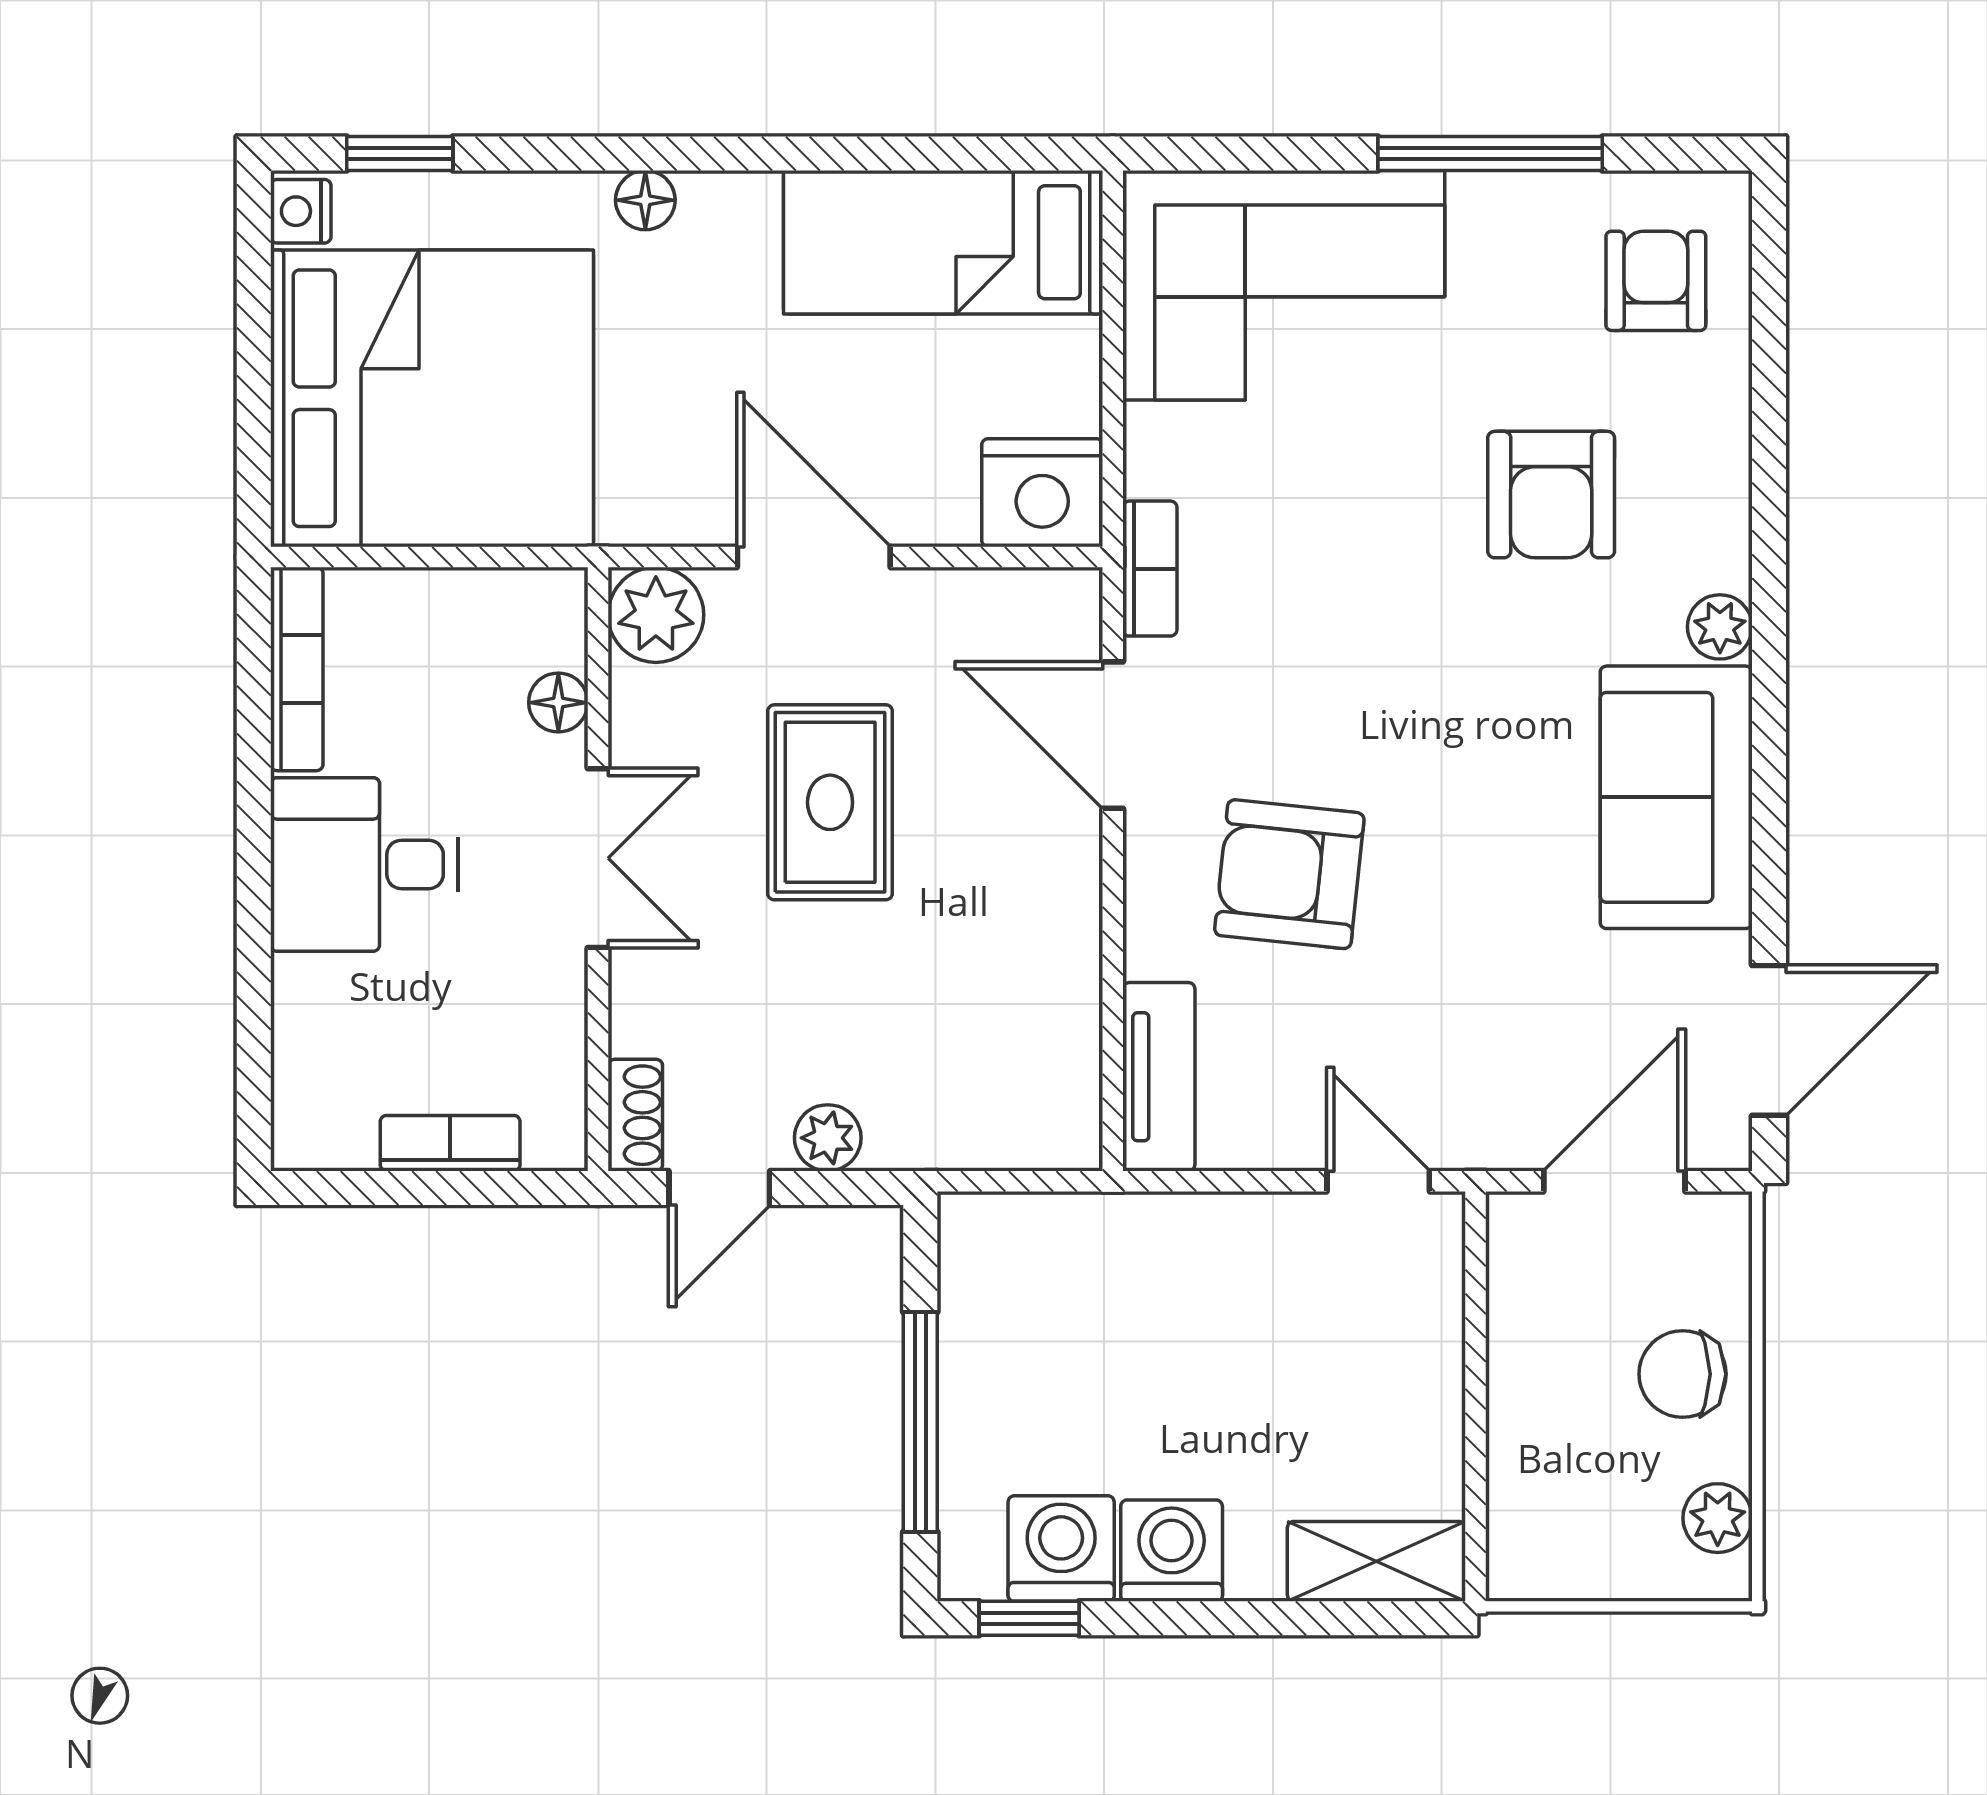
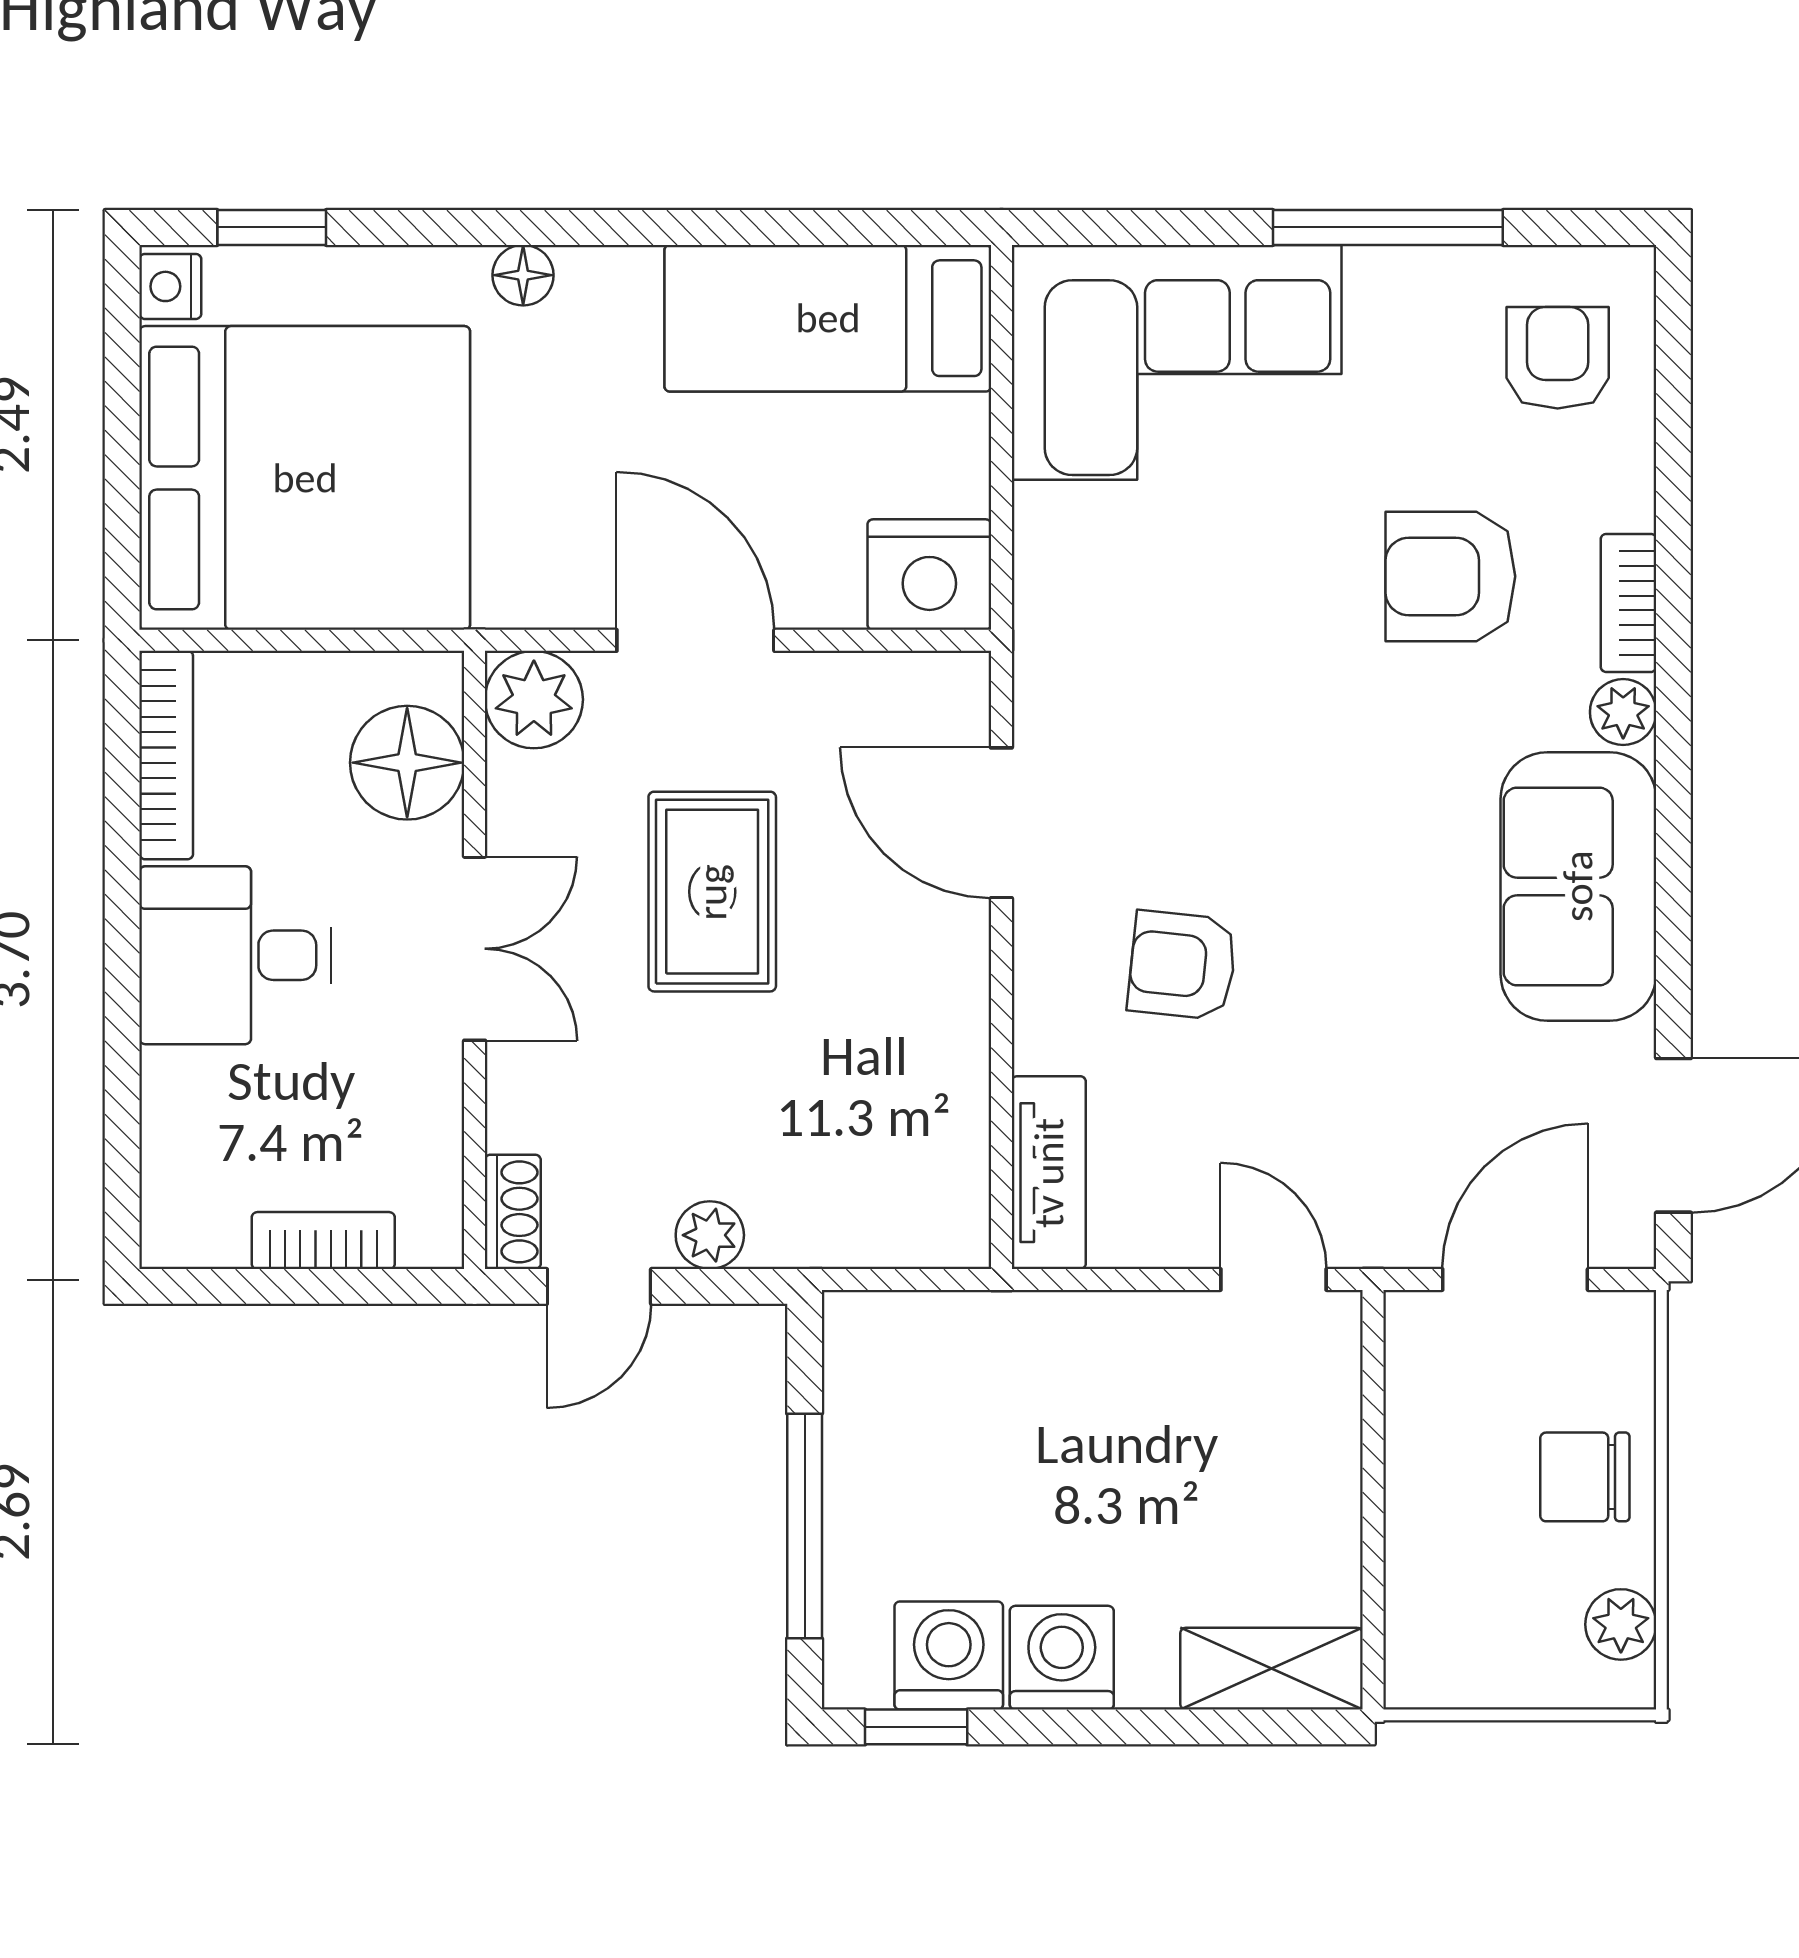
armchair: (1551, 495) -> (1450, 576), turned 90
bookcase: (1150, 569) -> (1629, 603), moved, turned 180
floor lamp: (558, 703) -> (407, 763), width x1.89, depth x1.89
armchair: (1289, 874) -> (1182, 965), width x0.72, depth x0.72

